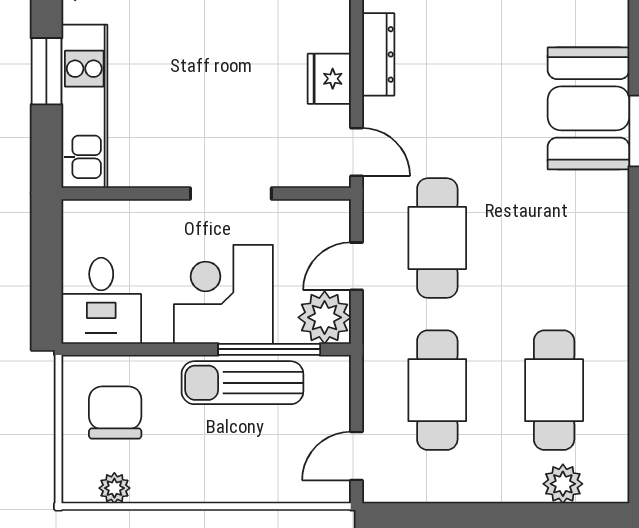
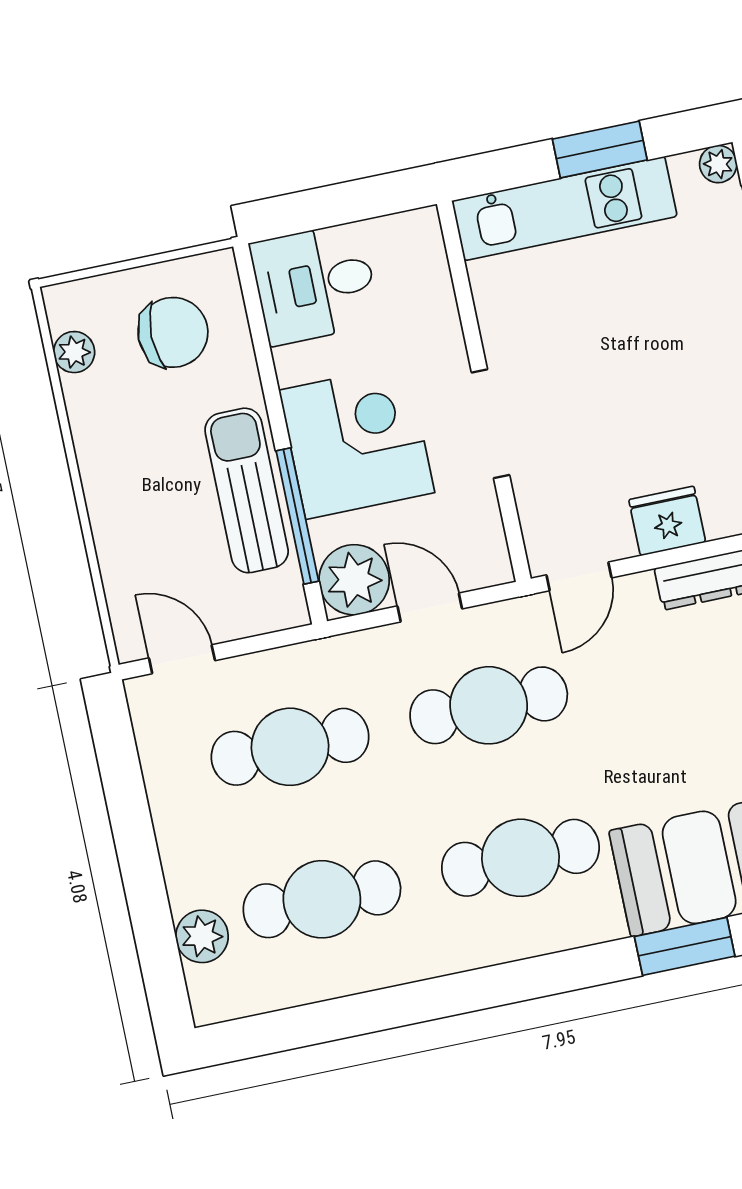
cafe table: (554, 238) -> (520, 858), added

